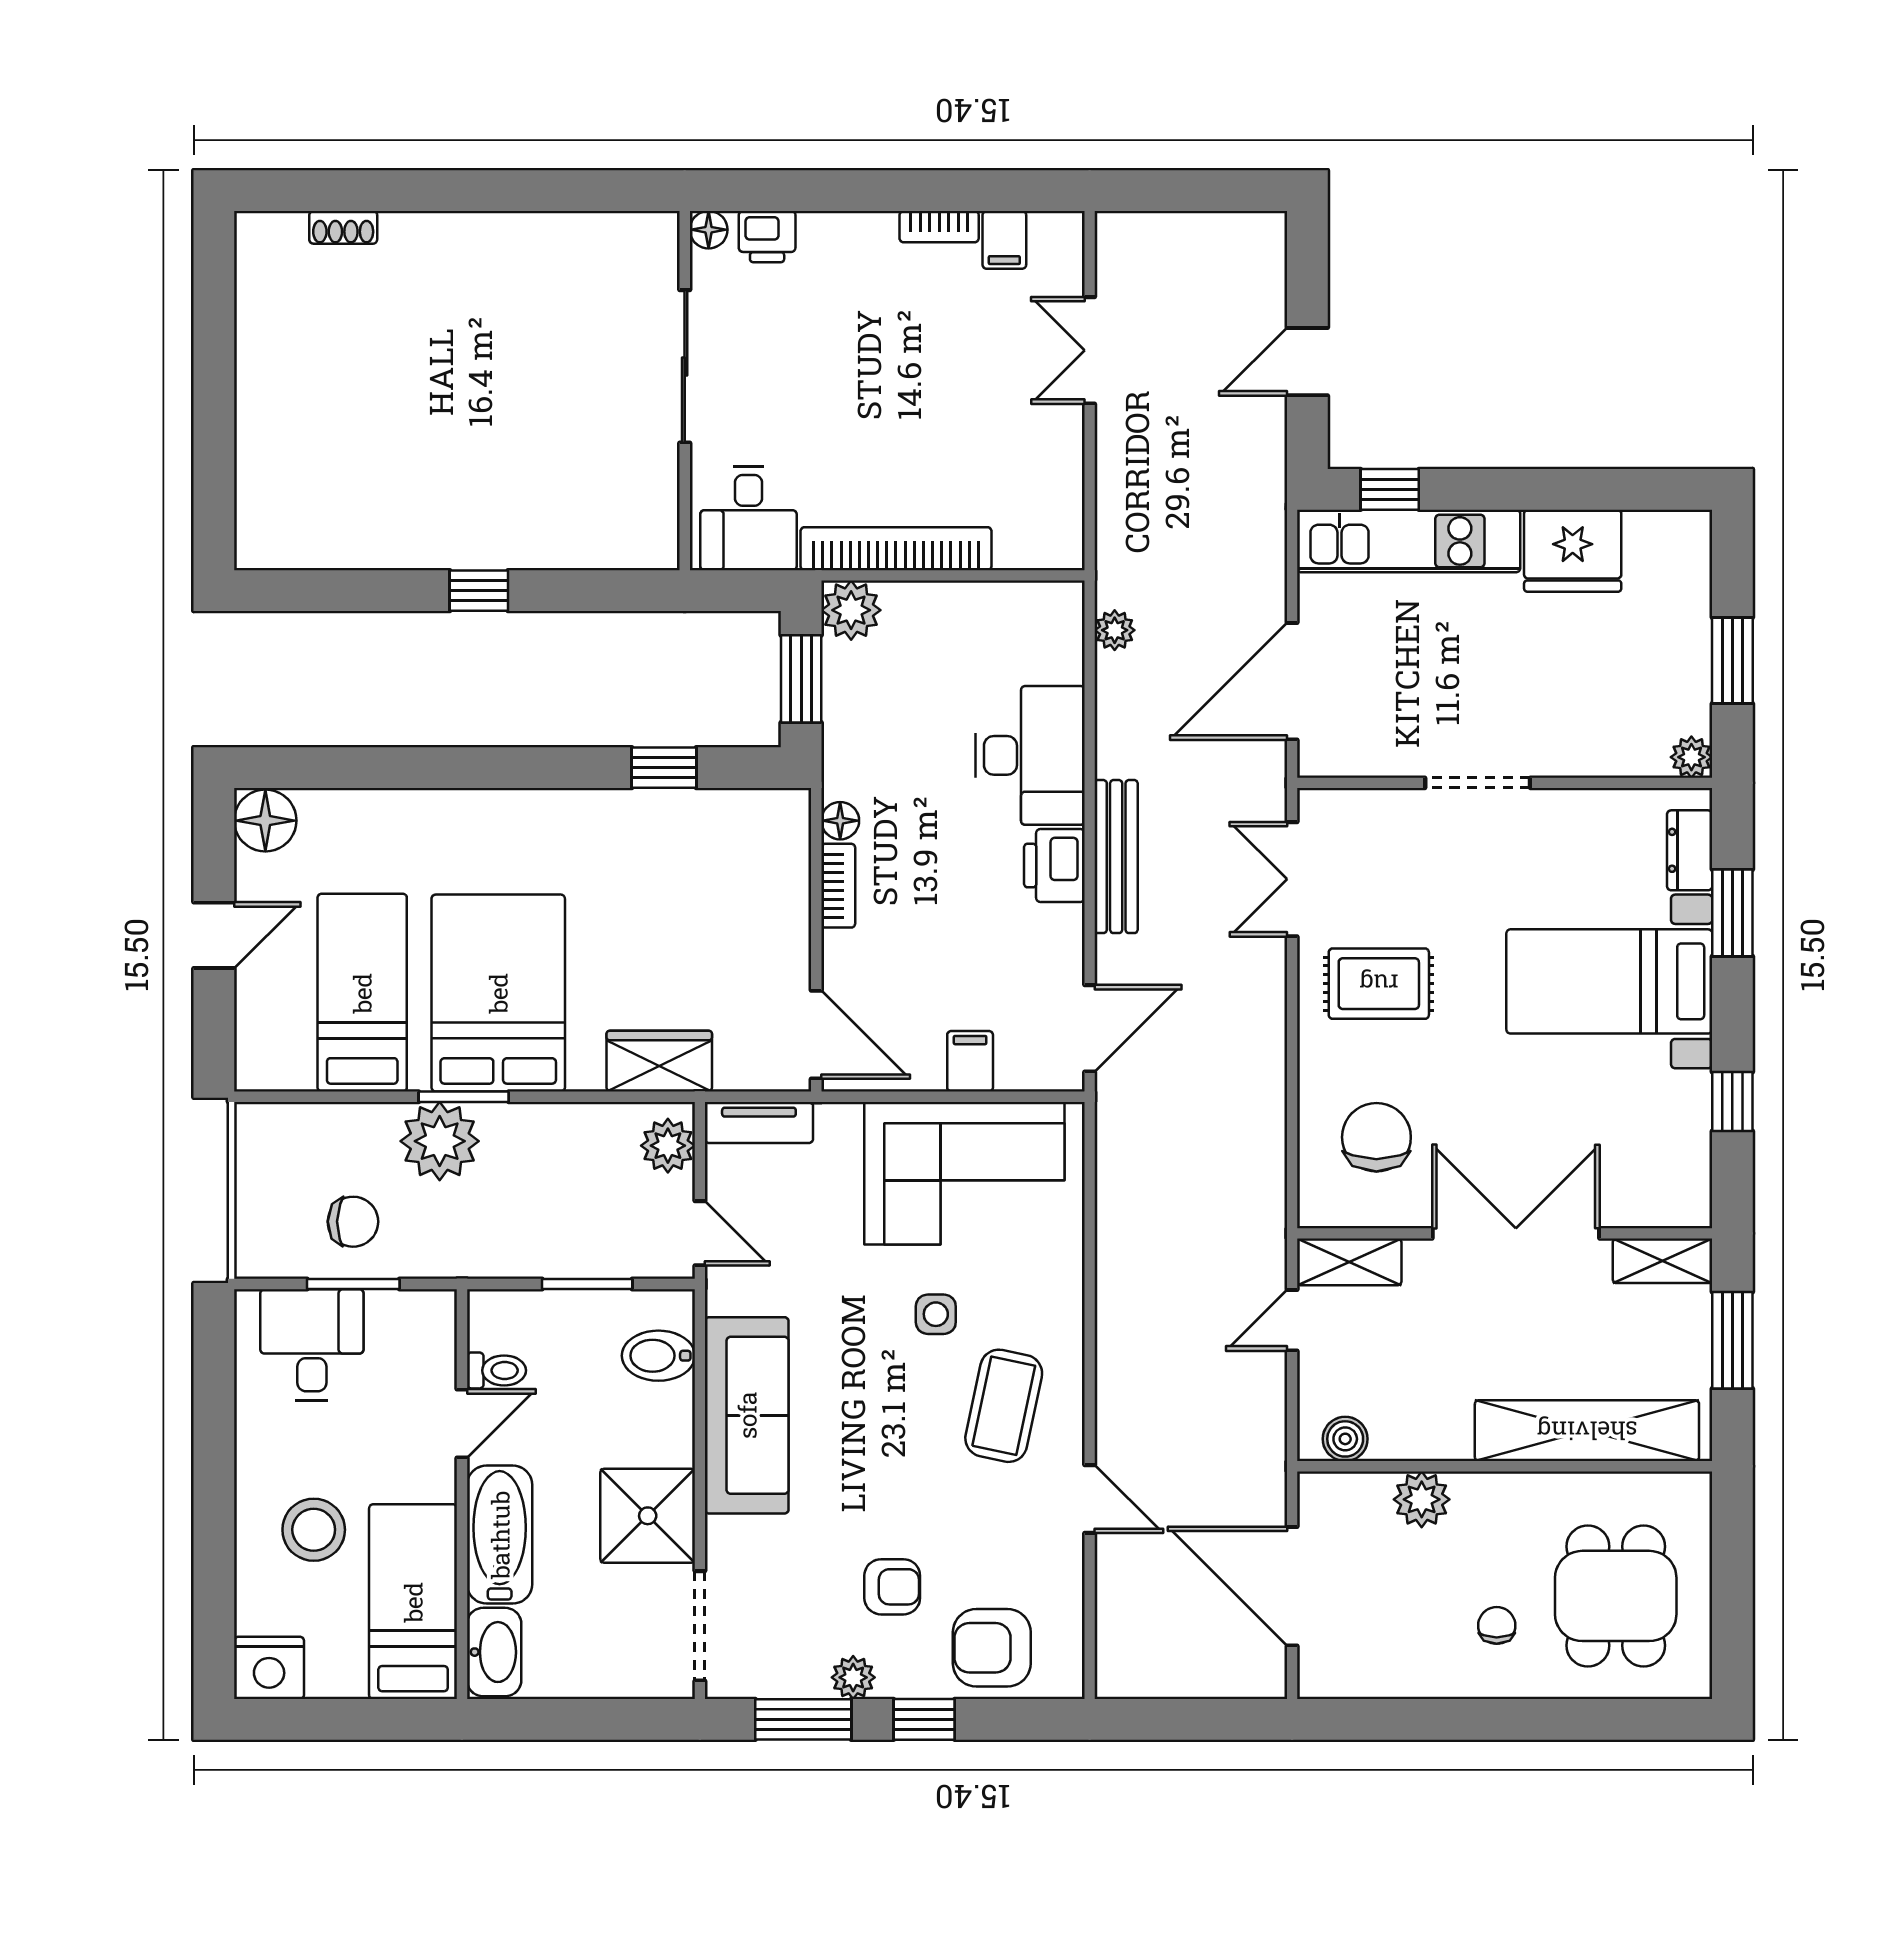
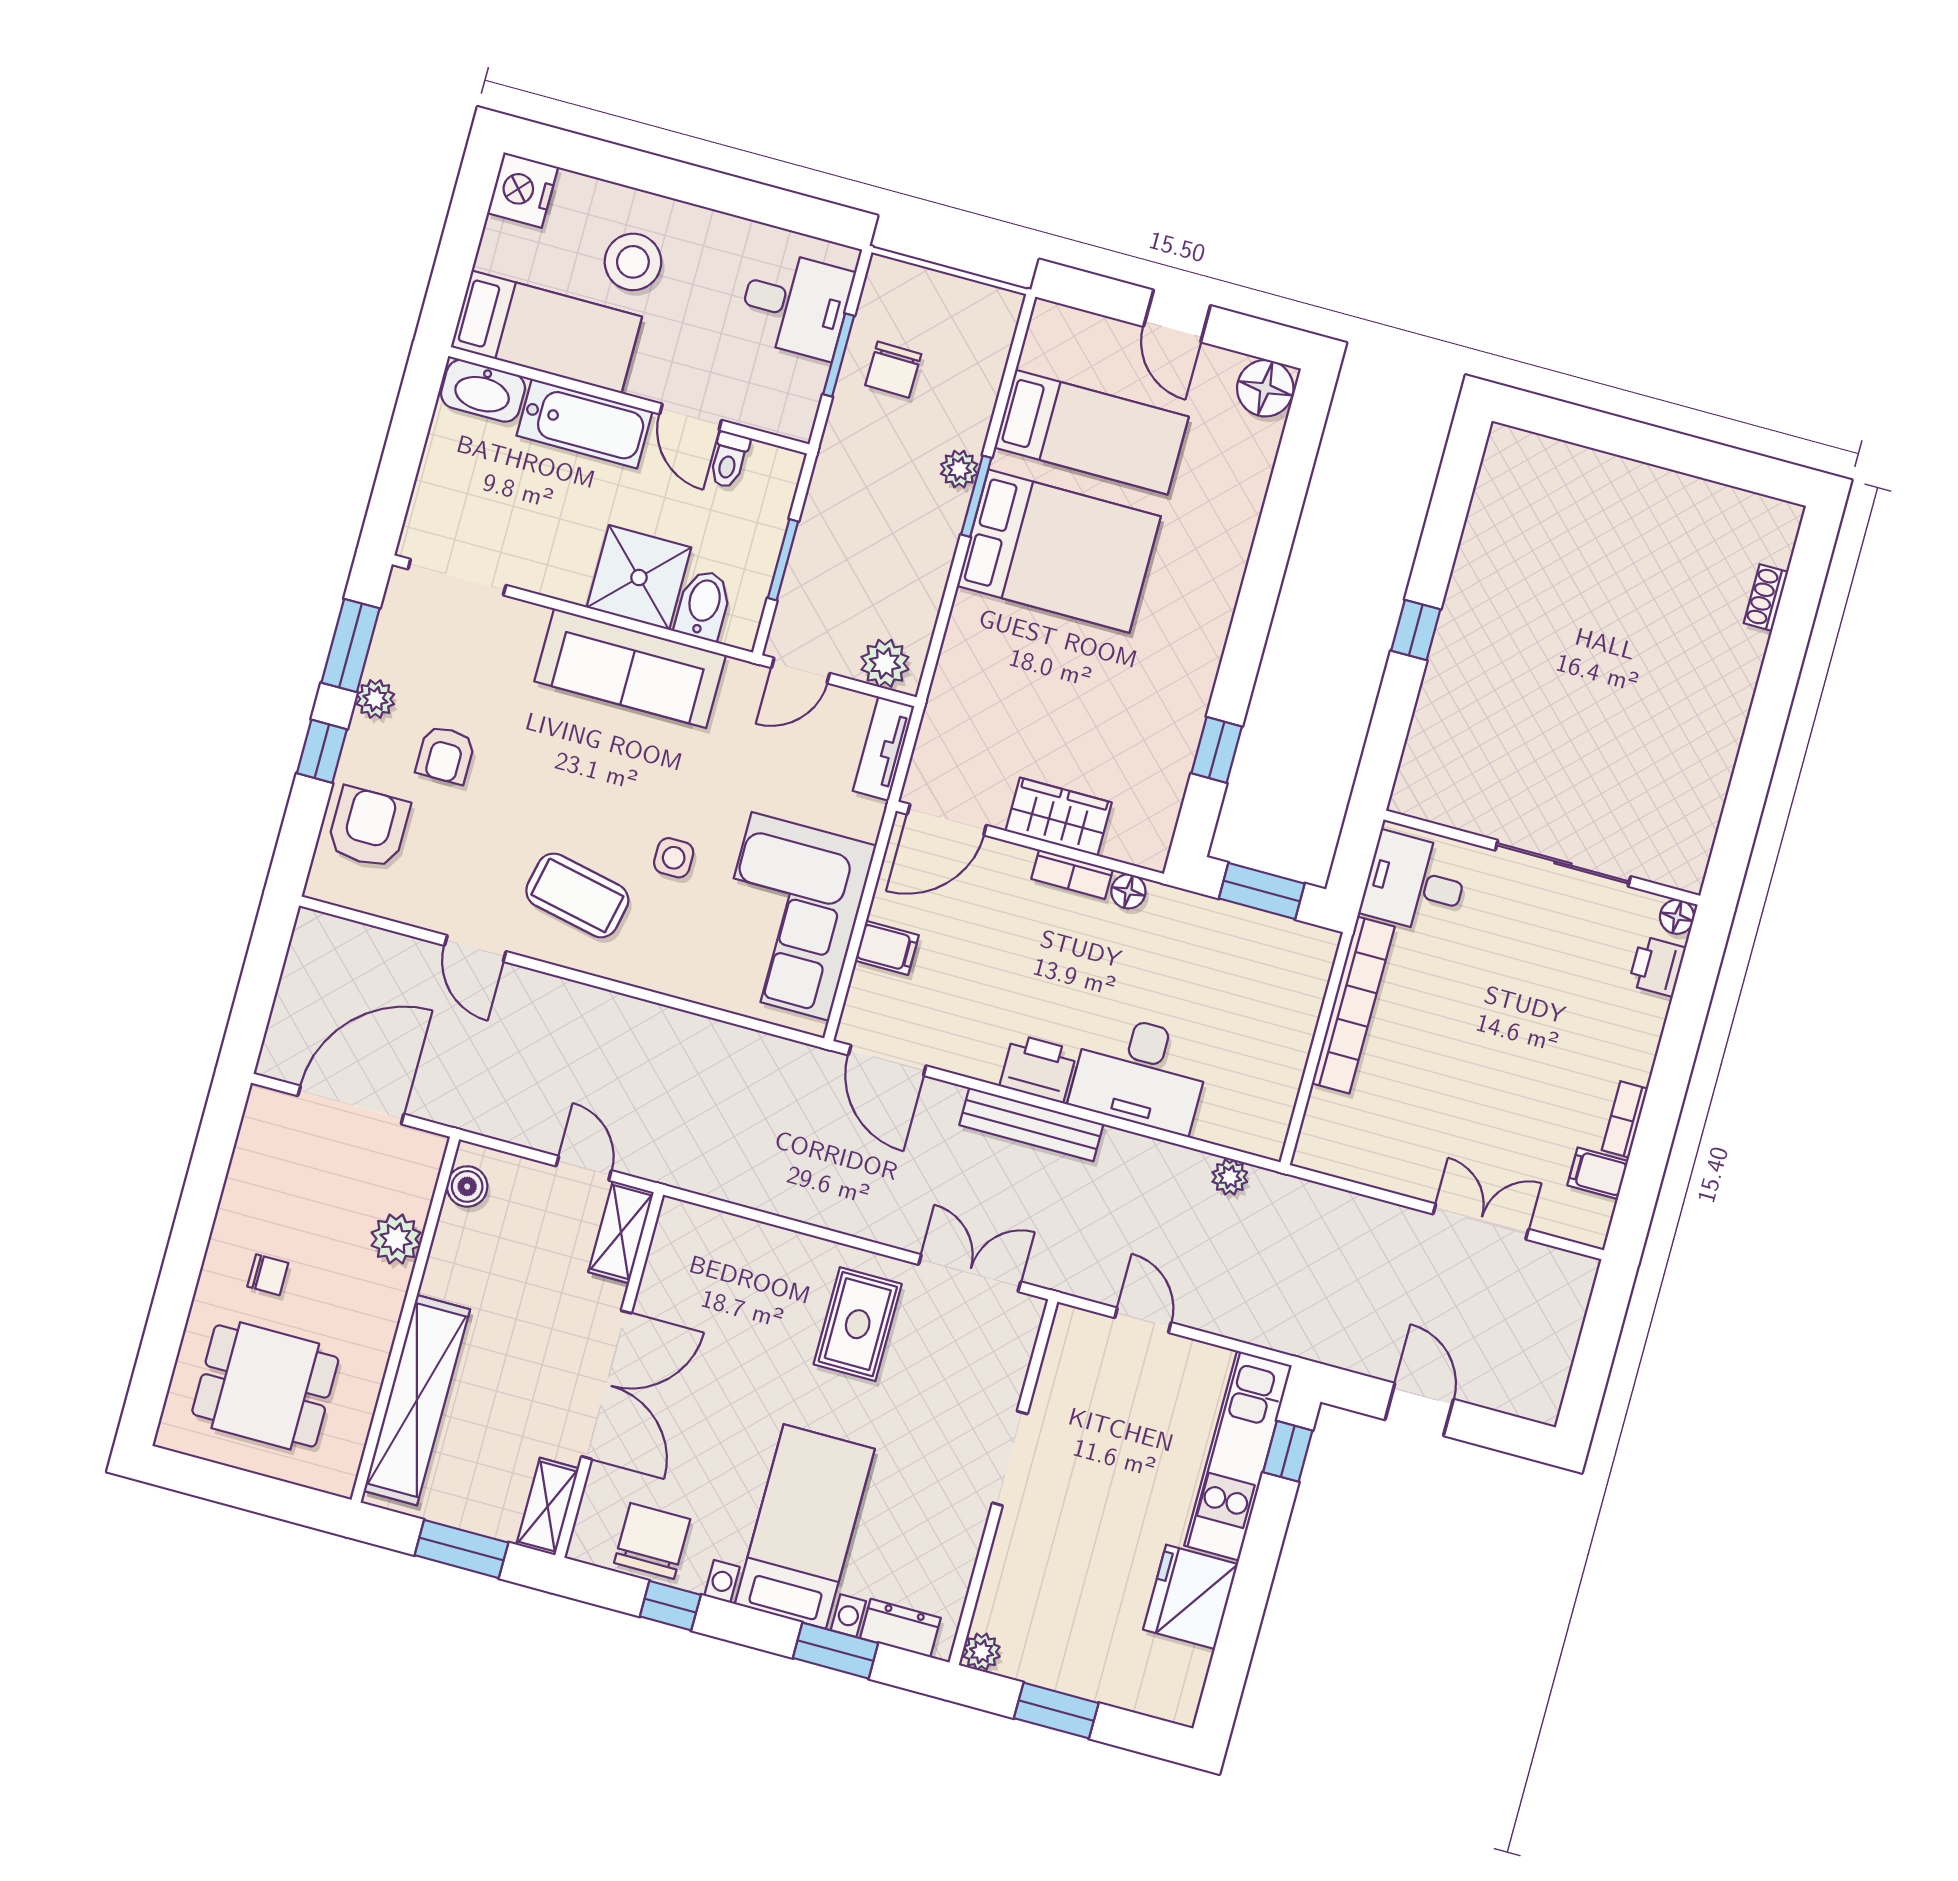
plant: (851, 610) -> (1310, 951), removed
door: (1292, 681) -> (1143, 1320), width x0.53
wardrobe: (659, 1061) -> (1059, 817), moved, turned -90
chair: (1376, 1137) -> (652, 1541), moved, turned -90
plant: (440, 1141) -> (959, 469), width x0.53, depth x0.53
door: (1090, 1499) -> (475, 948), hinge flipped
shower: (648, 1516) -> (639, 577), moved

